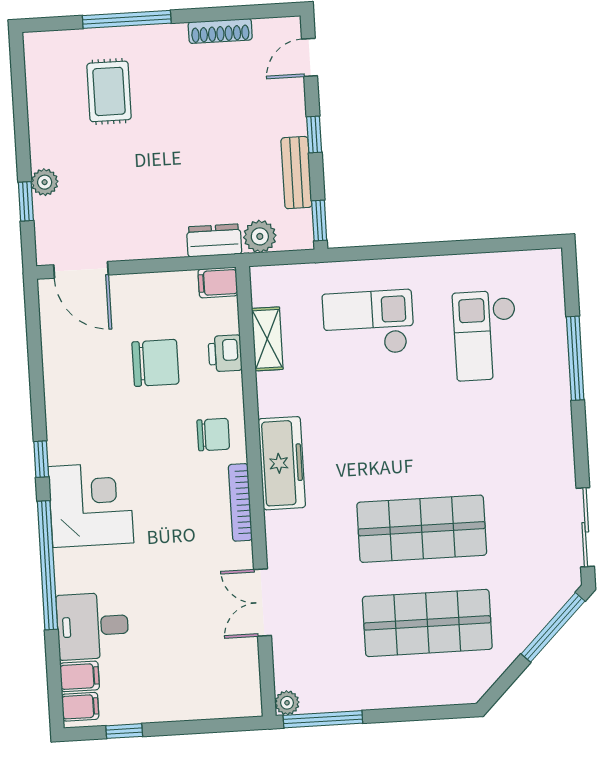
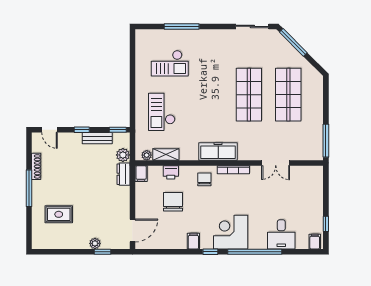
window: (127, 19) -> (29, 188), moved
filing cabinet: (80, 676) -> (193, 241), moved
plant: (287, 703) -> (147, 155), moved

